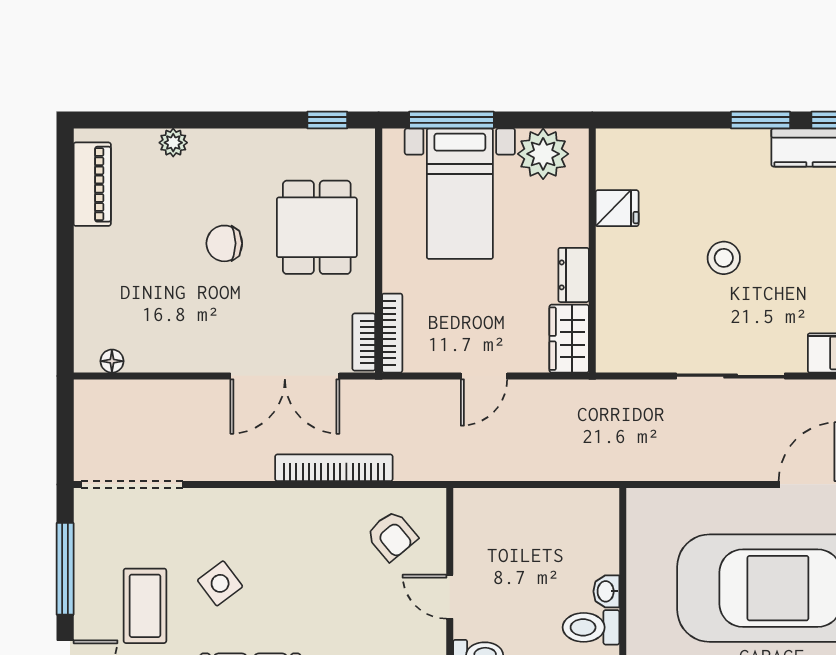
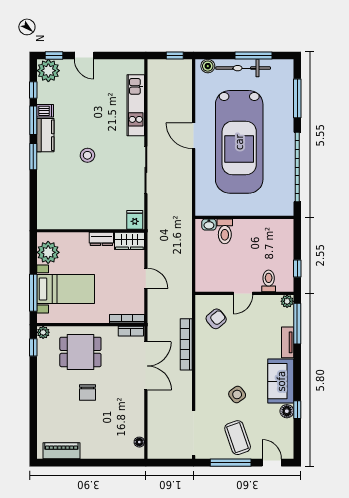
plant: (173, 143) -> (43, 332), moved
fridge: (617, 208) -> (135, 220), moved
stool: (724, 258) -> (87, 155), moved
washbasin: (606, 591) -> (209, 225), moved
coffee table: (145, 606) -> (238, 438), moved, turned 71
toilet: (591, 627) -> (225, 231), moved

